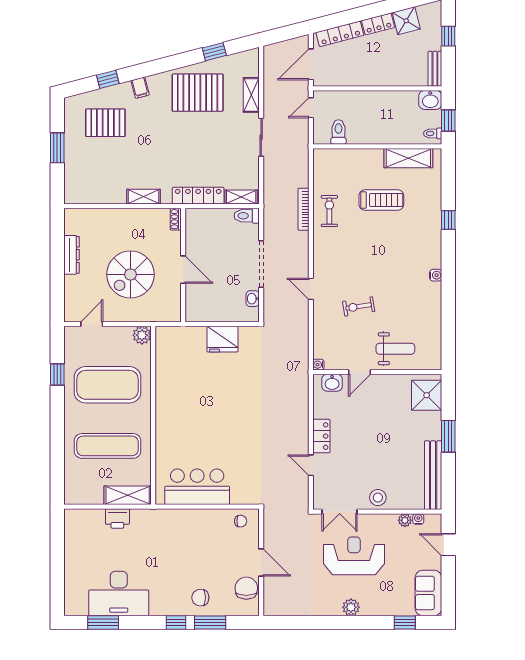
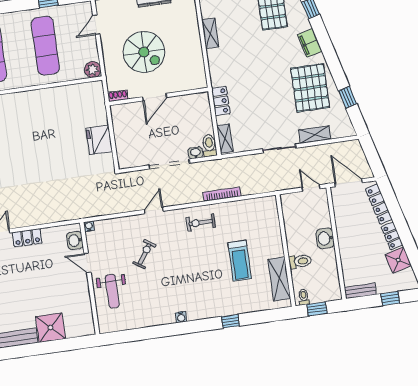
filing cabinet: (140, 88) -> (310, 43), width x2.00
washbasin: (430, 100) -> (325, 238), moved
toilet: (338, 132) -> (300, 261), moved
locker: (198, 196) -> (221, 101), width x0.66
shelving: (144, 197) -> (210, 33), moved
exercise bike: (329, 211) -> (201, 223), moved, turned 180
shoe rack: (176, 219) -> (118, 96), moved
spiral stairs: (130, 274) -> (144, 52), turned 180
washbasin: (253, 299) -> (195, 153), moved
exercise bike: (359, 306) -> (144, 254), turned 43
door: (92, 324) -> (96, 25), swing flipped
exercise mat: (108, 385) -> (45, 46), width x0.68
shower: (427, 395) -> (50, 328), moved
window: (448, 436) -> (43, 348), removed

